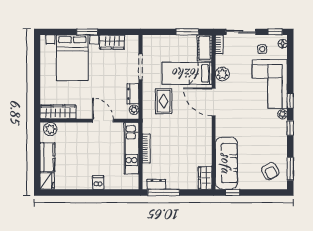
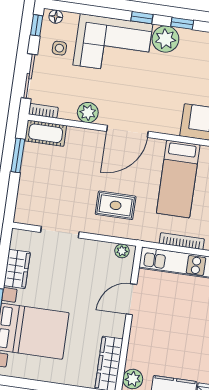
bed: (187, 73) -> (178, 179), moved
dresser: (133, 94) -> (98, 249), removed
plant: (282, 114) -> (165, 39), width x1.88, depth x1.88

